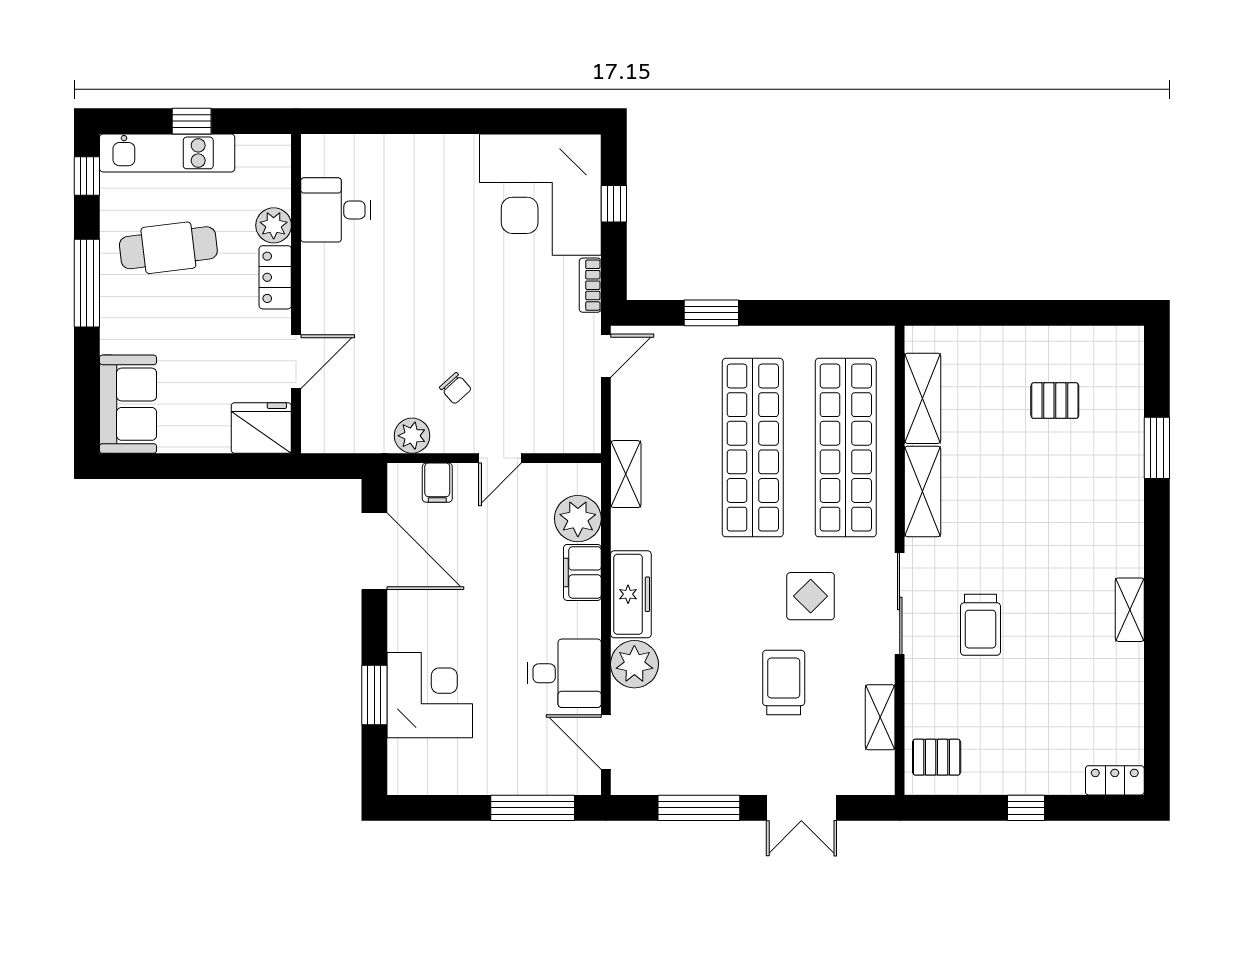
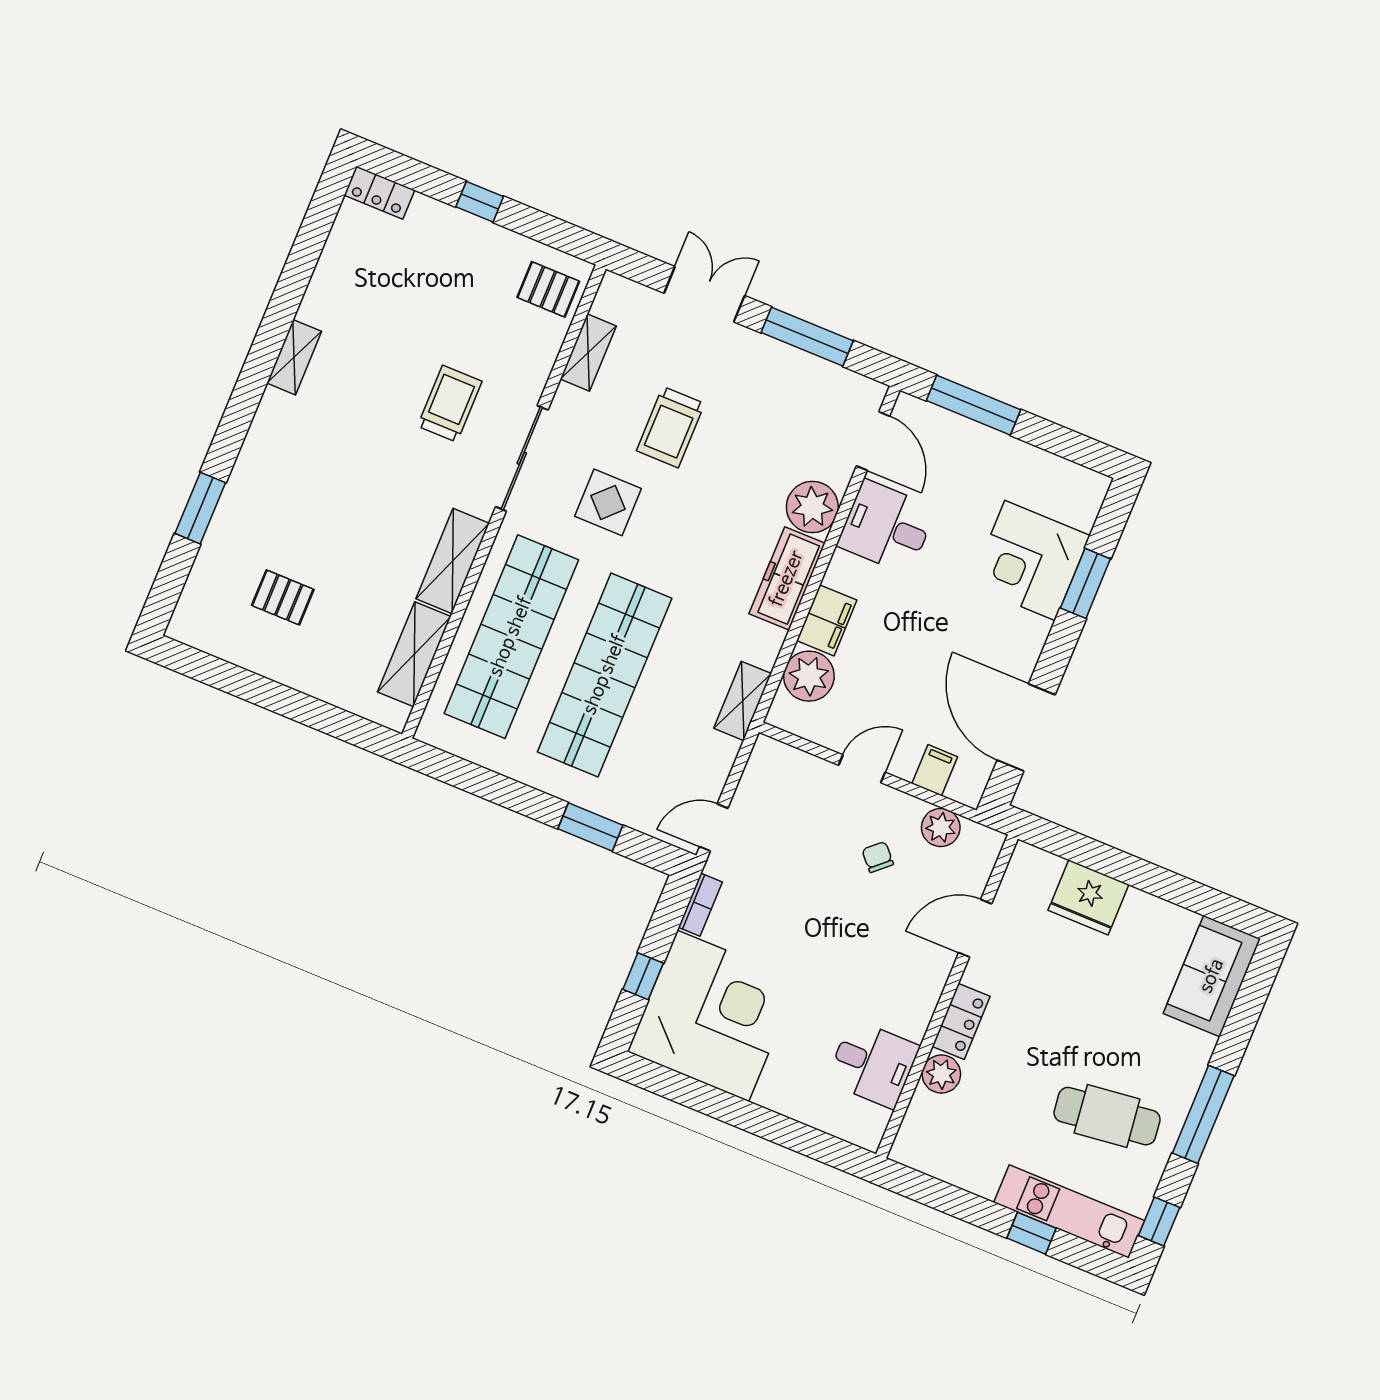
desk: (336, 210) -> (873, 1064), moved
plant: (274, 225) -> (941, 1074), moved
locker: (275, 277) -> (961, 1021), moved
wall: (296, 294) -> (947, 996), moved
door: (296, 362) -> (975, 928), moved

